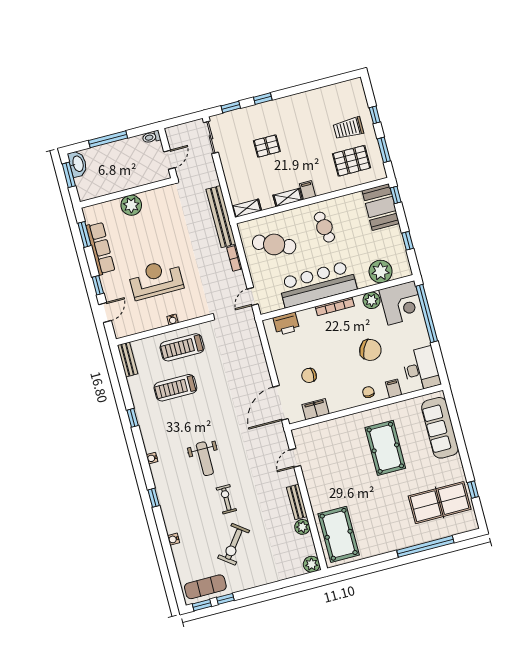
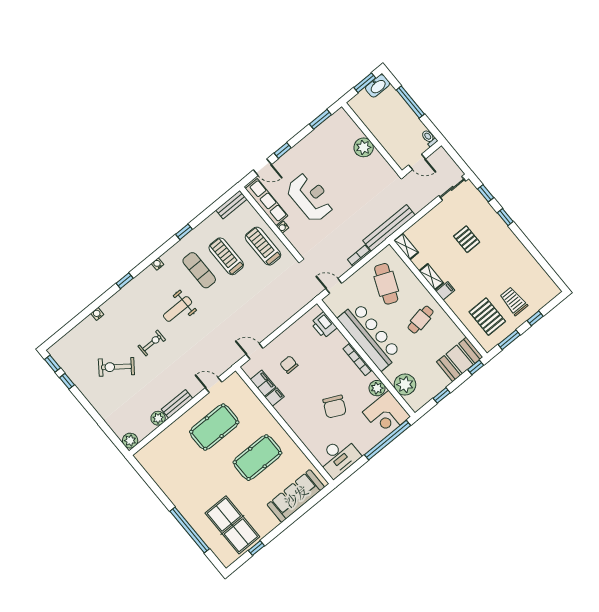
row of seats: (101, 248) -> (267, 202), moved, turned -90
filing cabinet: (393, 388) -> (275, 397), moved
chair: (368, 392) -> (298, 421), removed
door: (281, 403) -> (255, 351), width x0.53
pool table: (339, 534) -> (214, 427), moved
exercise mat: (205, 587) -> (199, 270), moved

